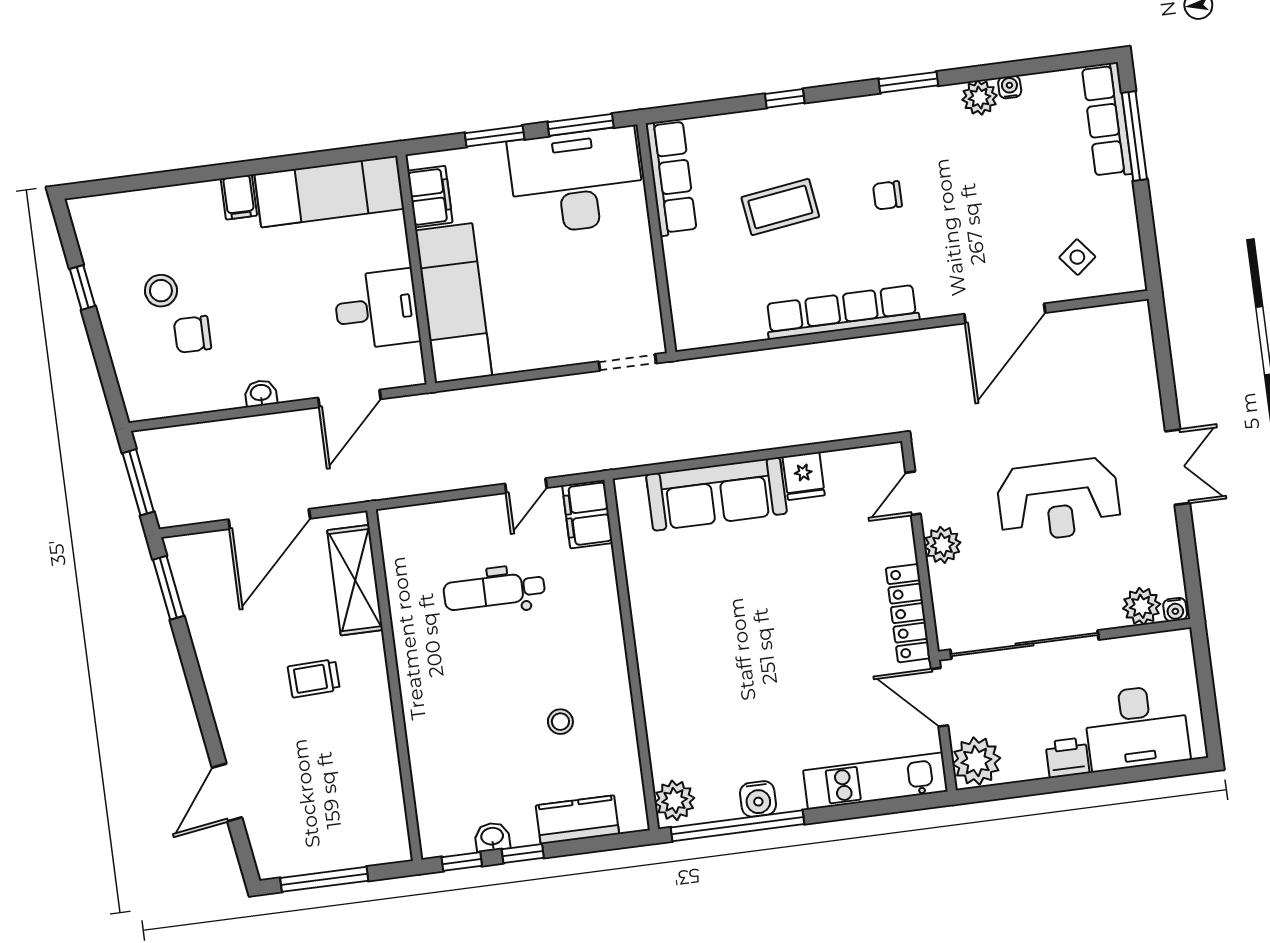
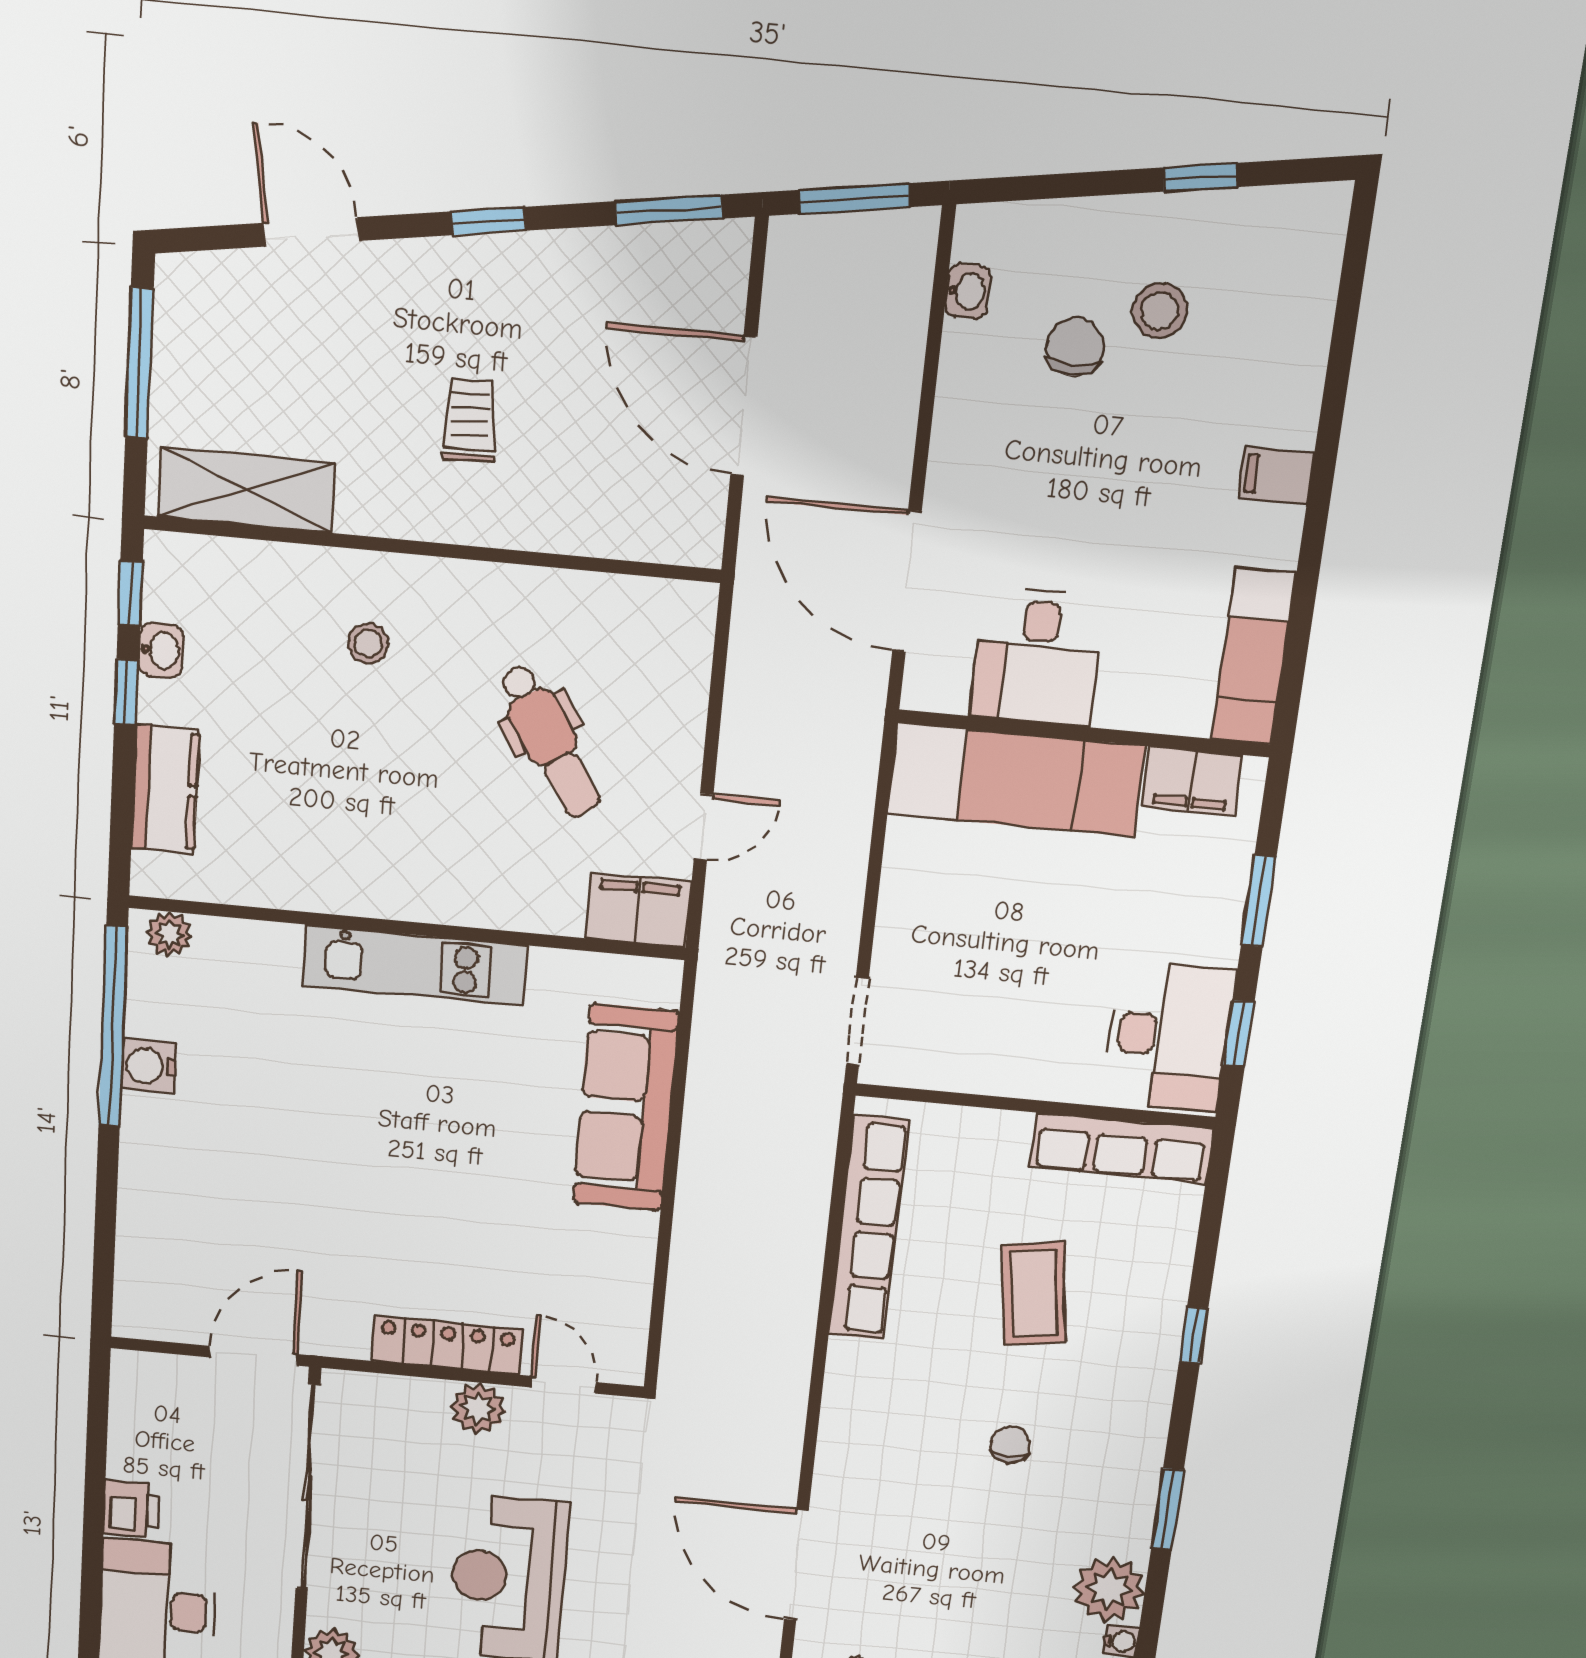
plant: (980, 98) -> (1109, 1589), width x1.36, depth x1.36
window: (581, 125) -> (1239, 1034), width x0.67
desk: (576, 181) -> (1169, 1036), width x0.73, depth x0.77
exam couch: (329, 192) -> (1254, 657), width x0.73, depth x0.69
row of seats: (842, 312) -> (868, 1228), moved
washbasin: (261, 393) -> (968, 291), moved
door: (349, 398) -> (907, 581), width x1.36
fridge: (804, 476) -> (624, 1238), removed
door: (526, 486) -> (704, 827), swing flipped
shelving: (355, 580) -> (246, 490), moved
dental chair: (494, 591) -> (550, 741), turned 148
locker: (908, 613) -> (448, 1345), moved
window: (198, 691) -> (489, 221), added
stool: (560, 722) -> (368, 644), moved
plant: (976, 761) -> (149, 1386), removed
kitchen unit: (875, 781) -> (415, 965), moved, turned 90
plant: (675, 800) -> (169, 934), width x0.73, depth x0.73

